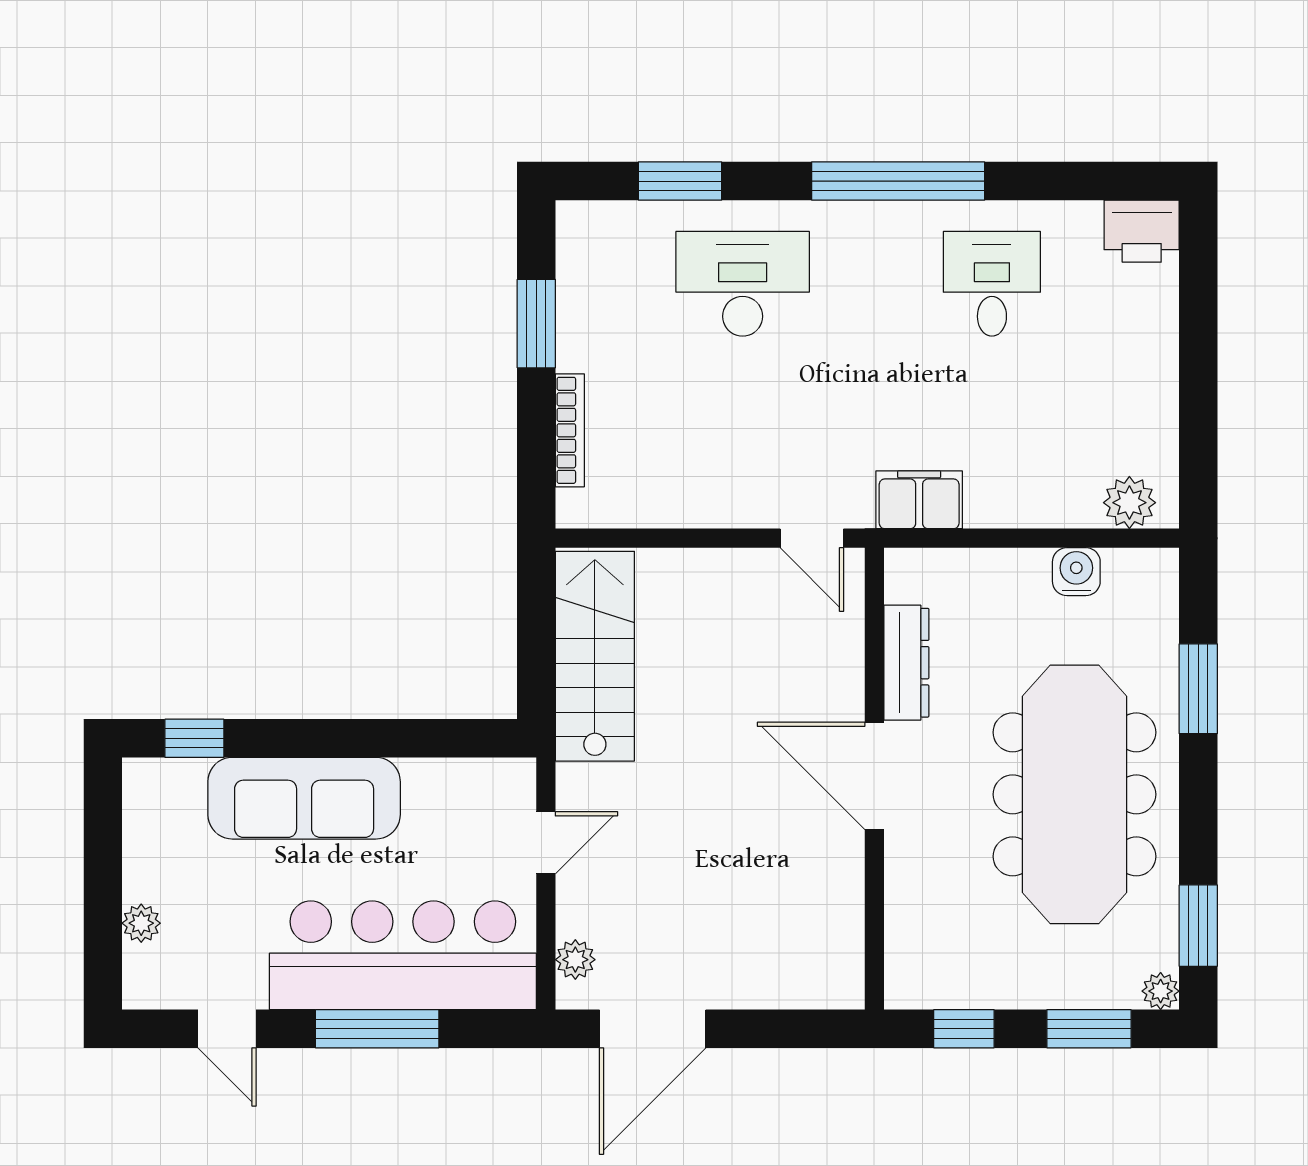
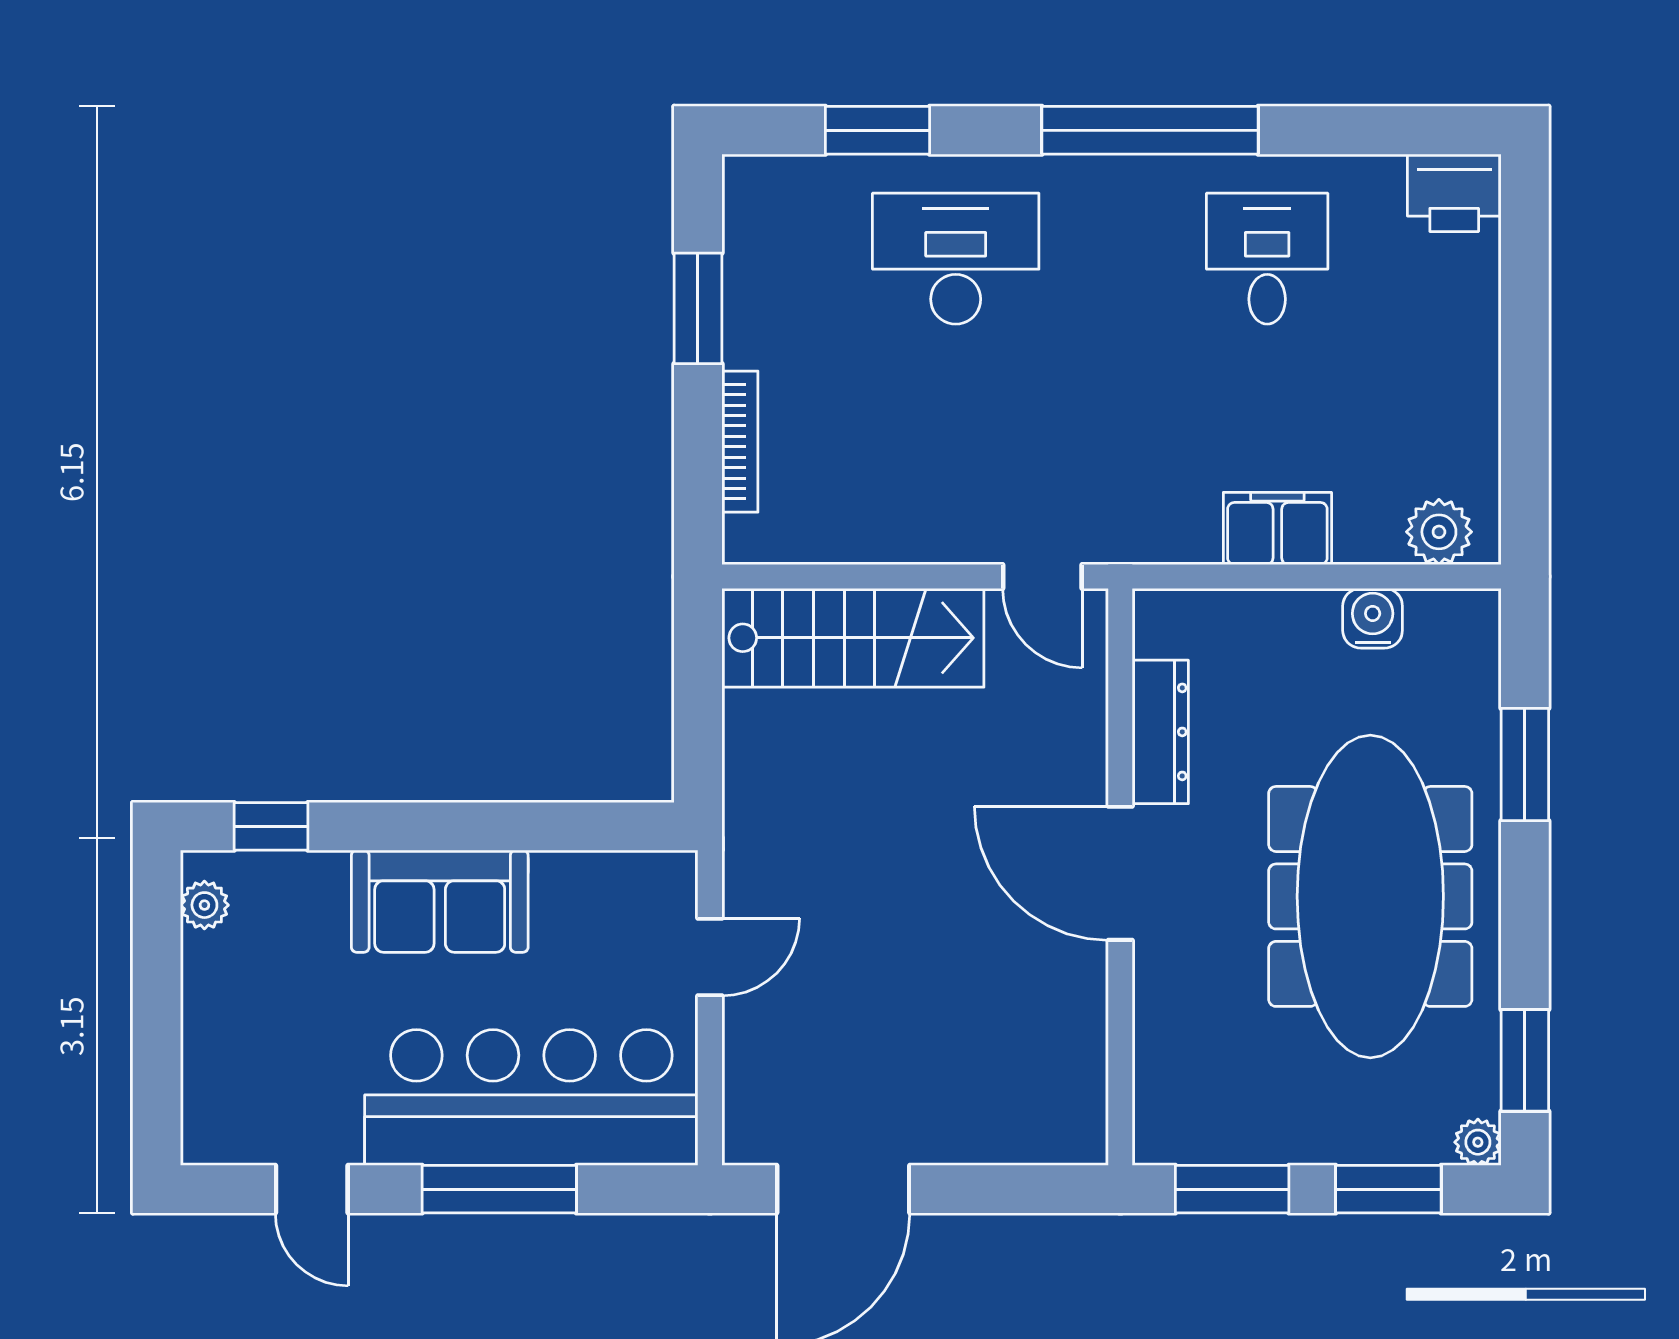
filing cabinet: (919, 500) -> (1277, 528), moved
stairs: (595, 656) -> (853, 638), moved, turned 90
sofa: (304, 798) -> (440, 901), width x0.73
plant: (141, 923) -> (204, 905), moved
plant: (575, 960) -> (747, 1103), removed
window: (964, 1029) -> (1232, 1189), width x1.50

